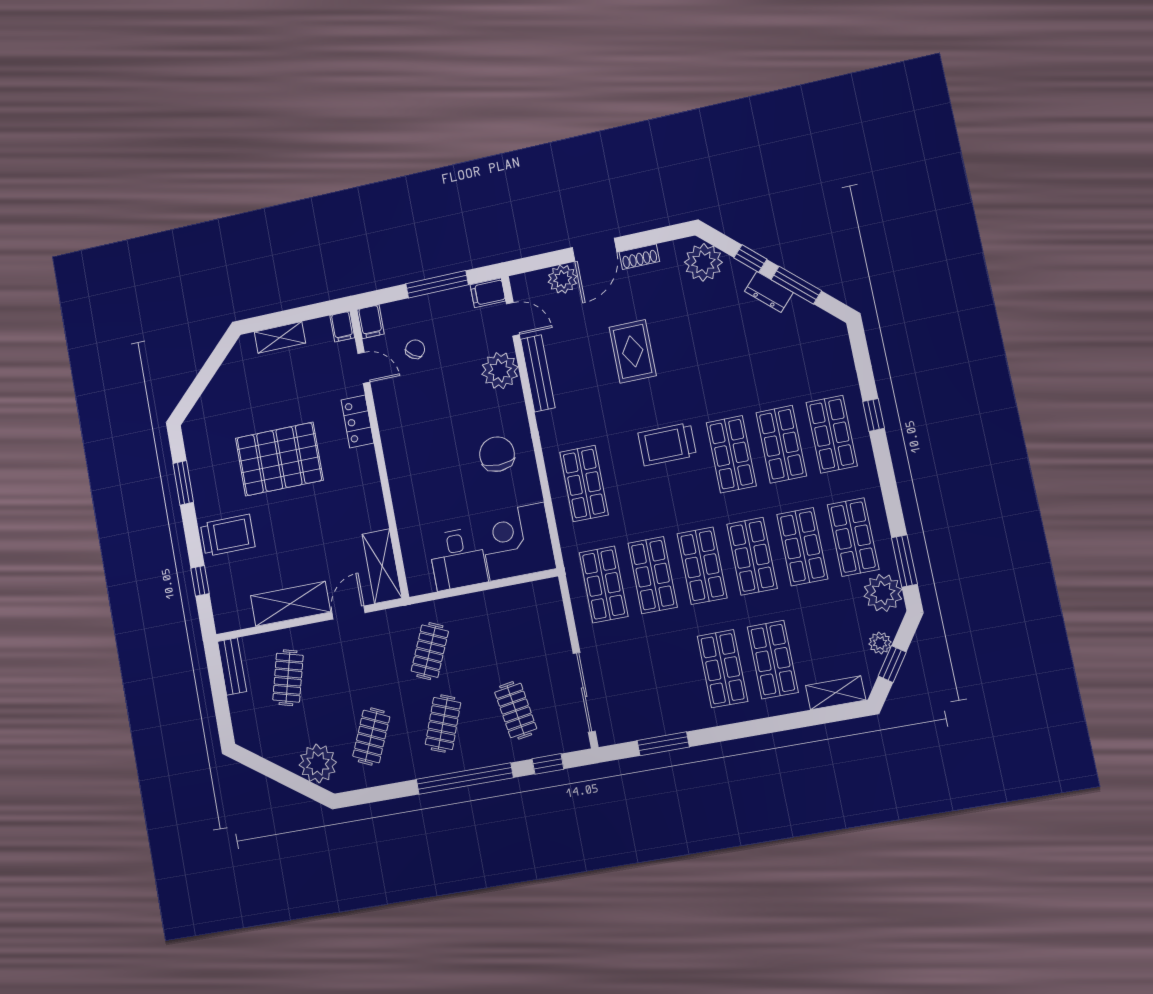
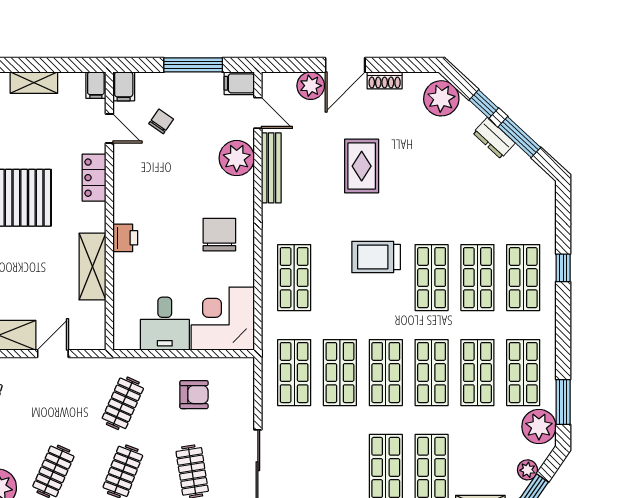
printer: (401, 477) -> (125, 238), added
shelving: (382, 566) -> (92, 267), moved
armchair: (502, 628) -> (194, 395), added

